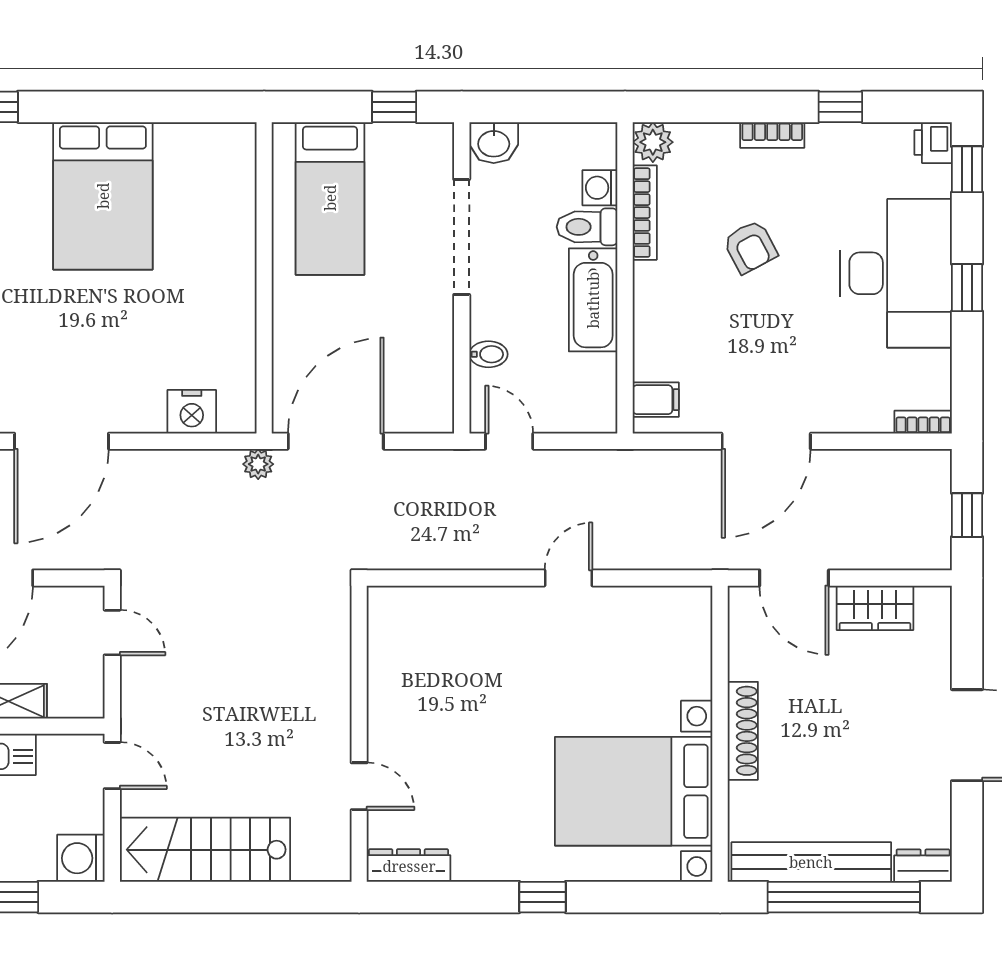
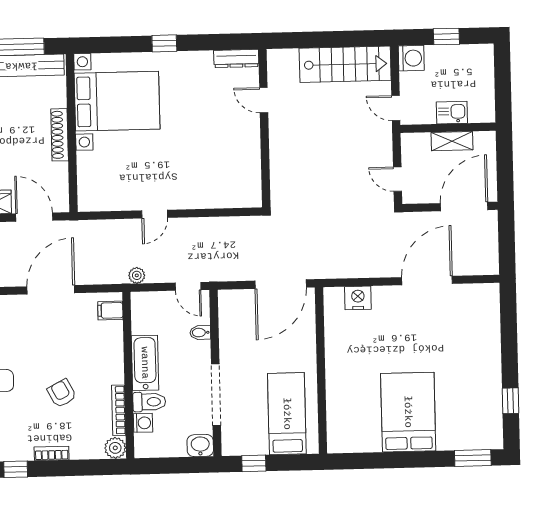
plant: (258, 464) -> (137, 275), moved

